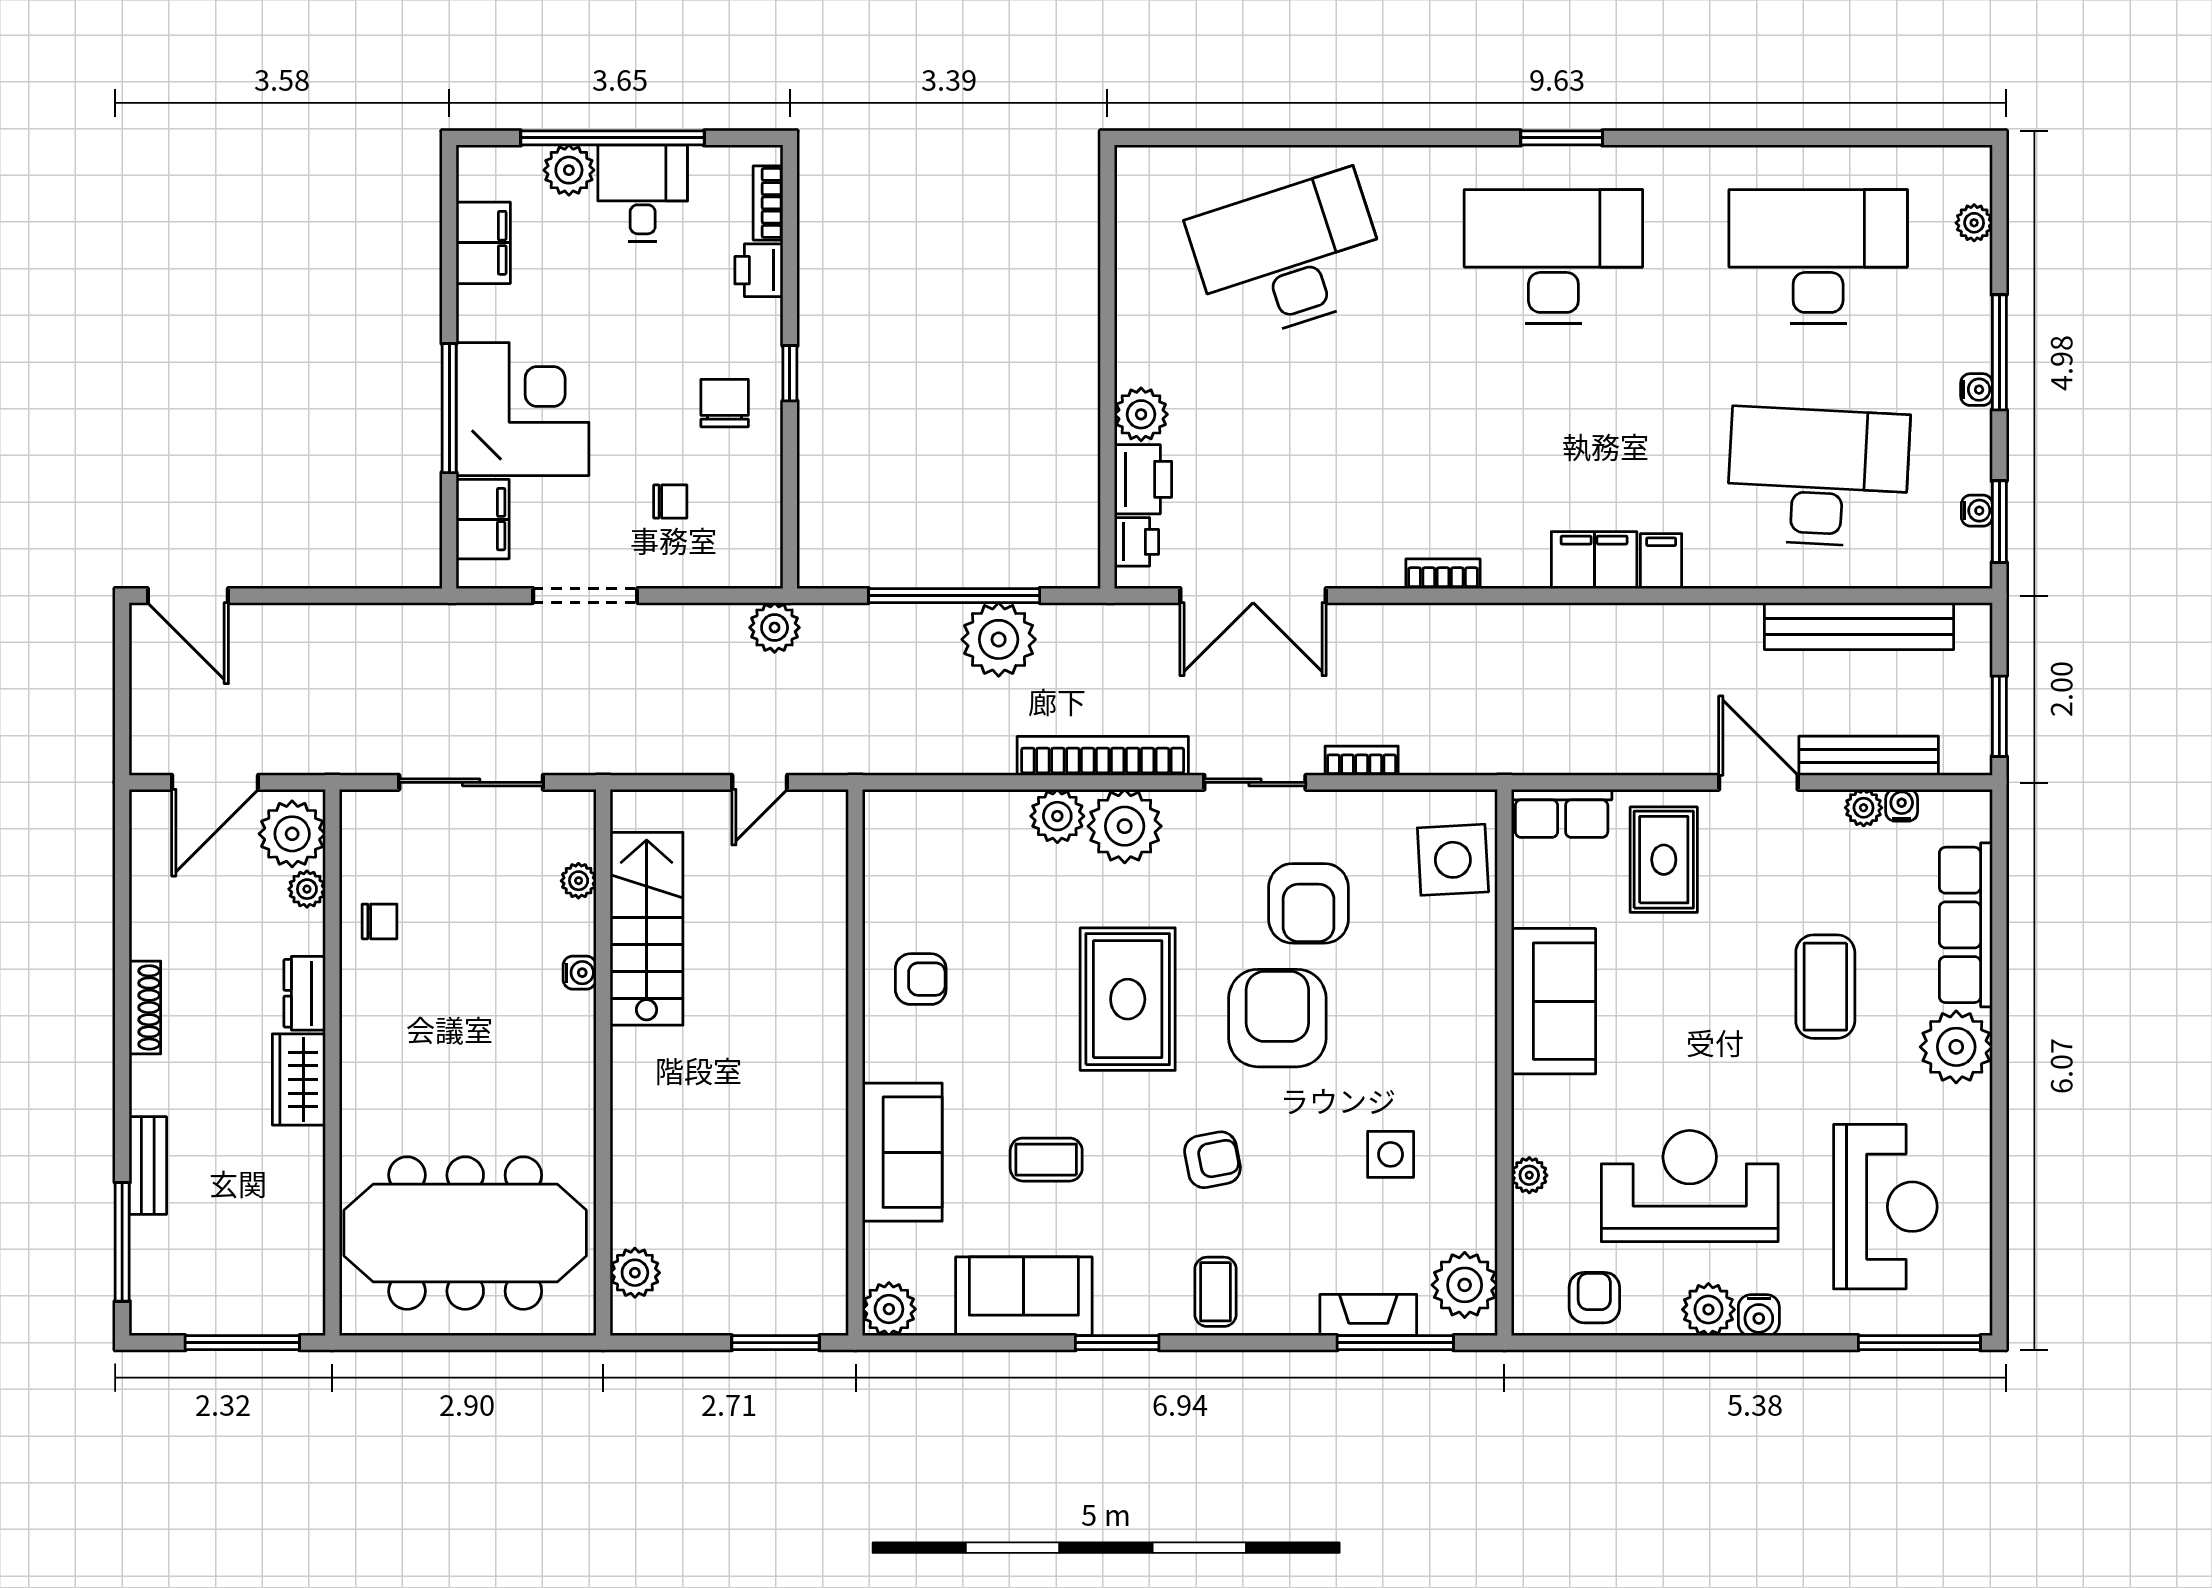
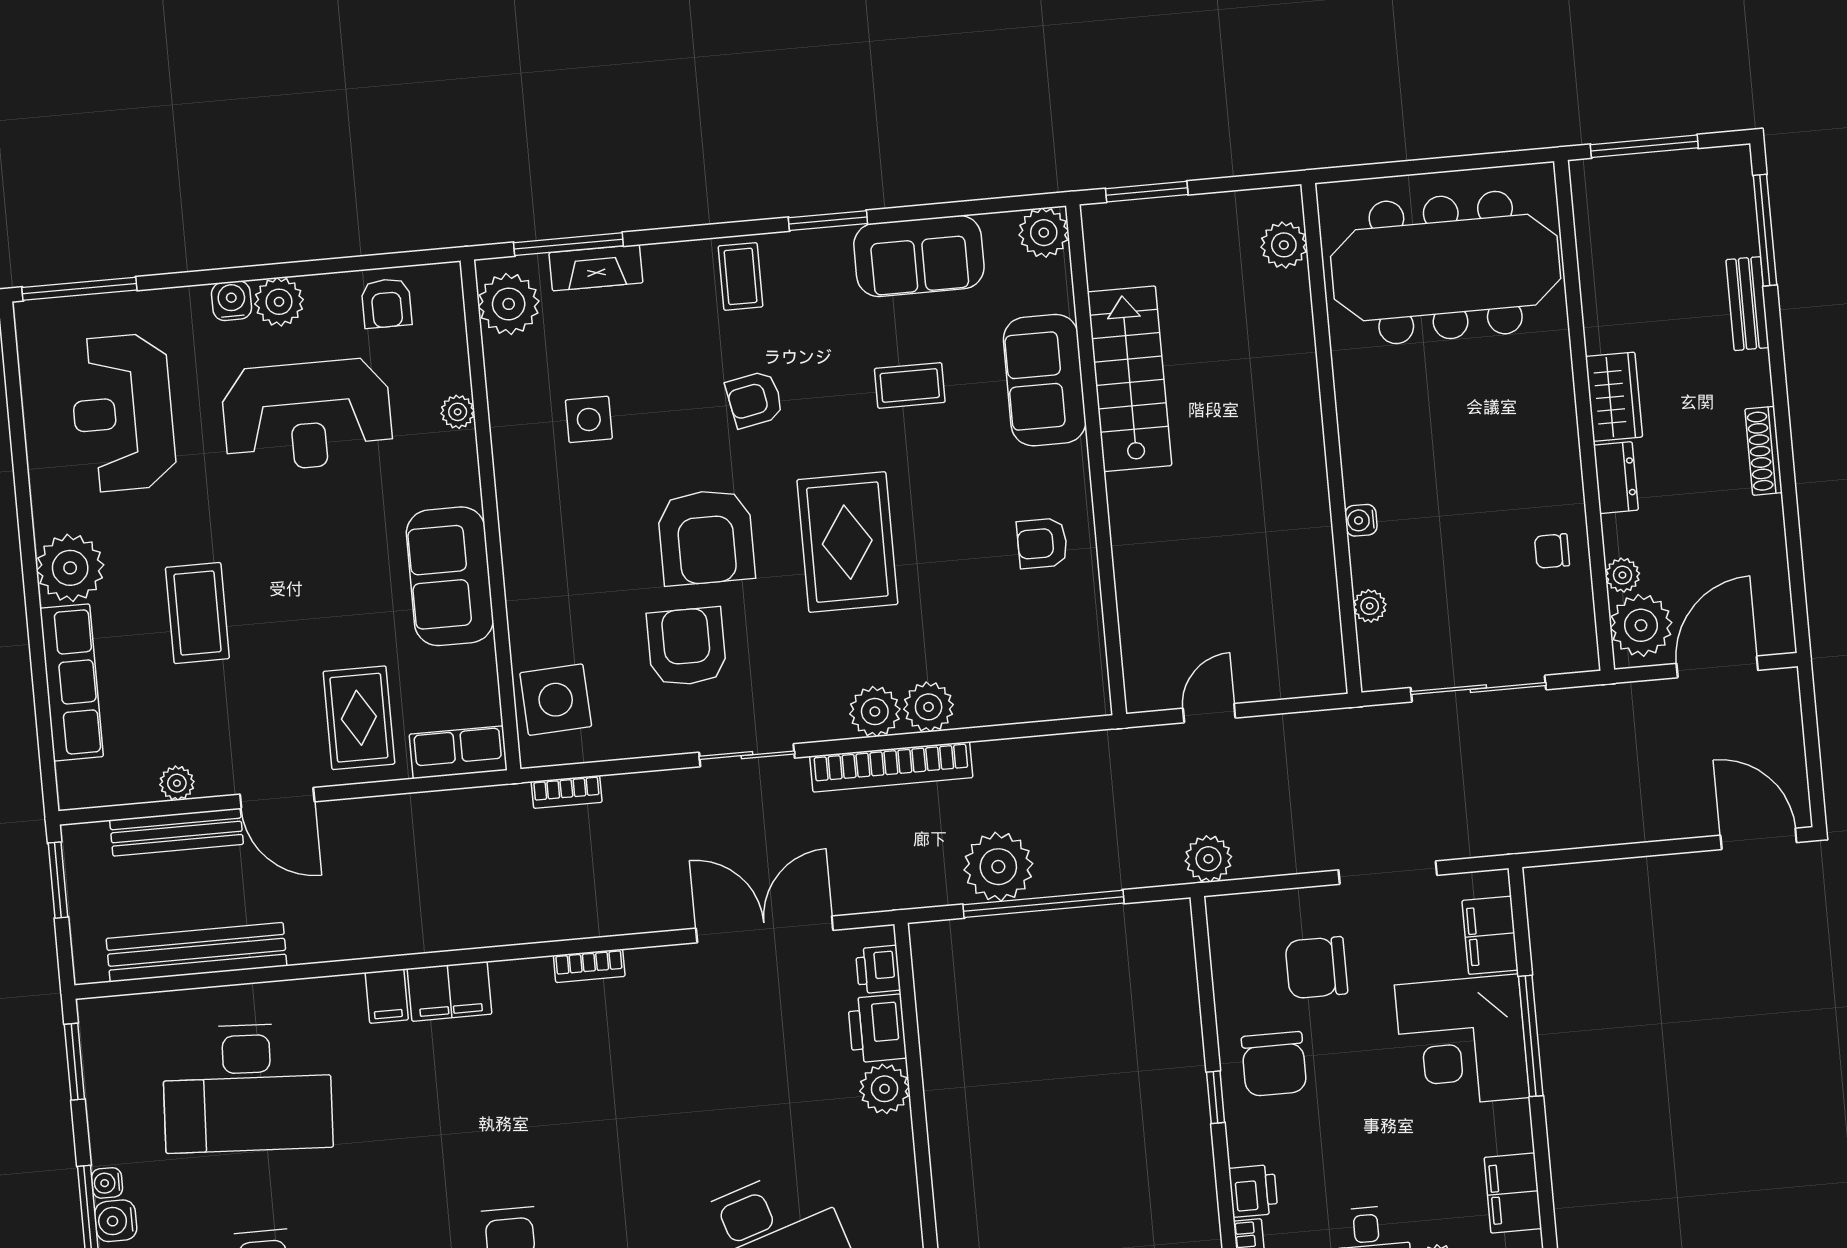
chair: (725, 403) -> (1274, 1064), width x1.37, depth x1.37
chair: (670, 501) -> (1316, 968), width x1.87, depth x1.87
water cooler: (1977, 511) -> (116, 1221), moved, width x1.38, depth x1.38
bookcase: (1362, 761) -> (567, 792), moved
water cooler: (1902, 805) -> (142, 789), removed
plant: (1125, 826) -> (875, 712), width x0.73, depth x0.73
stairs: (647, 929) -> (1130, 379), moved, turned 180

